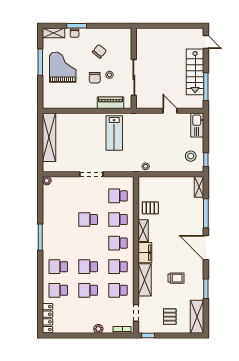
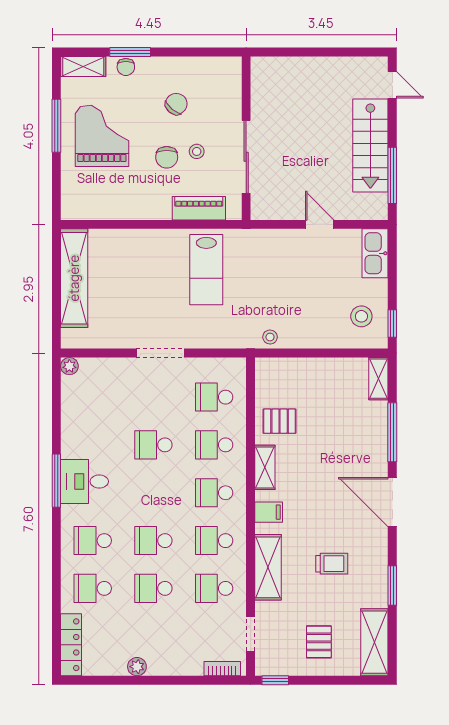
desk: (54, 238) -> (84, 481), added
filing cabinet: (145, 253) -> (269, 512), width x0.50
plant: (98, 329) -> (137, 667), moved

